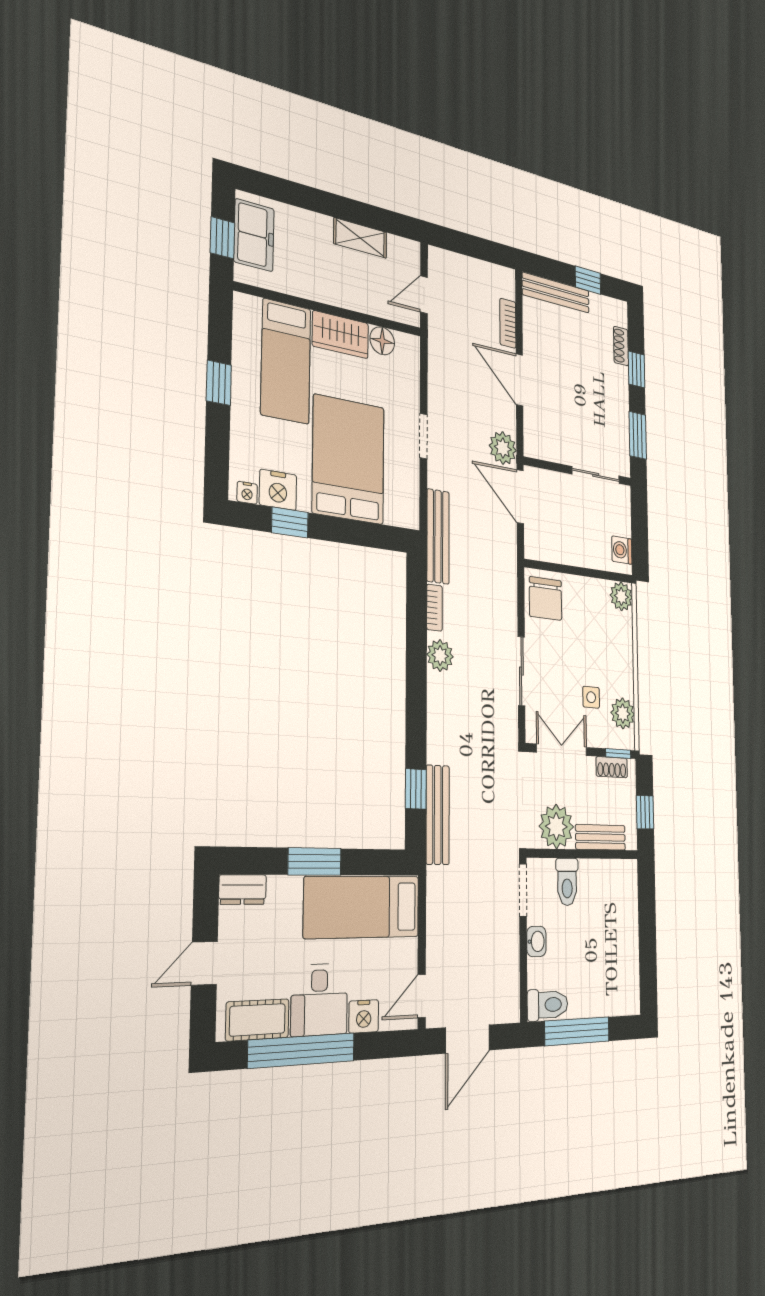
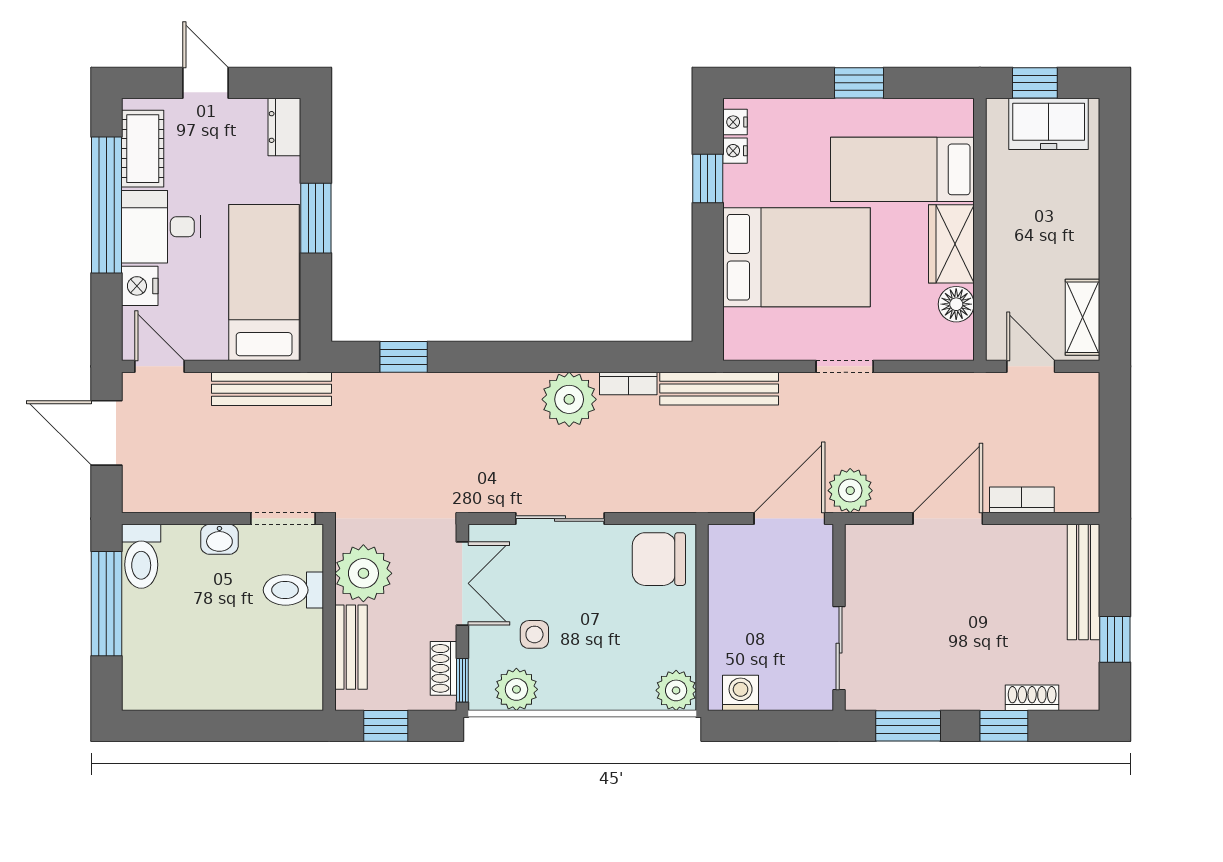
shelving: (360, 238) -> (1083, 317), moved
nightstand: (278, 490) -> (735, 151), width x0.53, depth x0.56
plant: (440, 655) -> (569, 399), width x1.36, depth x1.36
bench: (438, 815) -> (271, 389), moved

